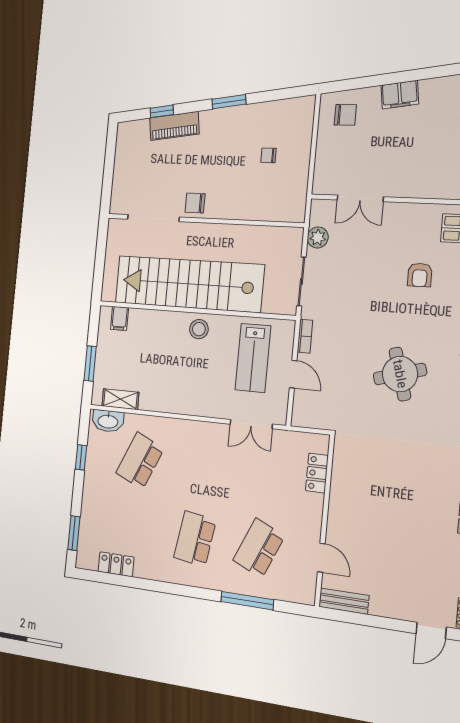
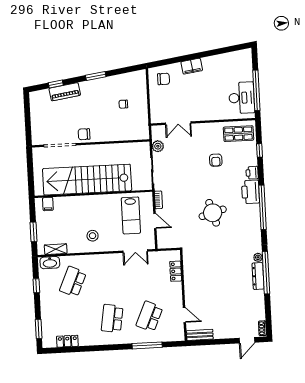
stool: (199, 329) -> (93, 236), moved

